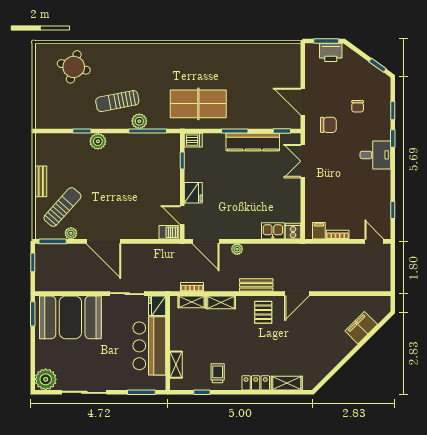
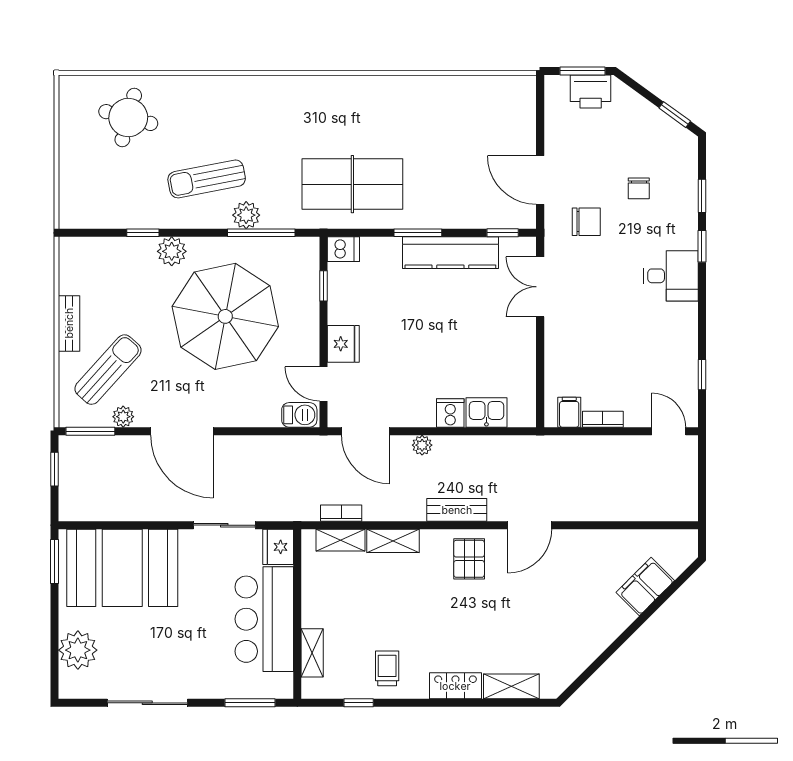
parasol: (128, 177) -> (225, 316), added
cooker: (293, 231) -> (450, 413), moved
plant: (46, 379) -> (78, 650), moved

